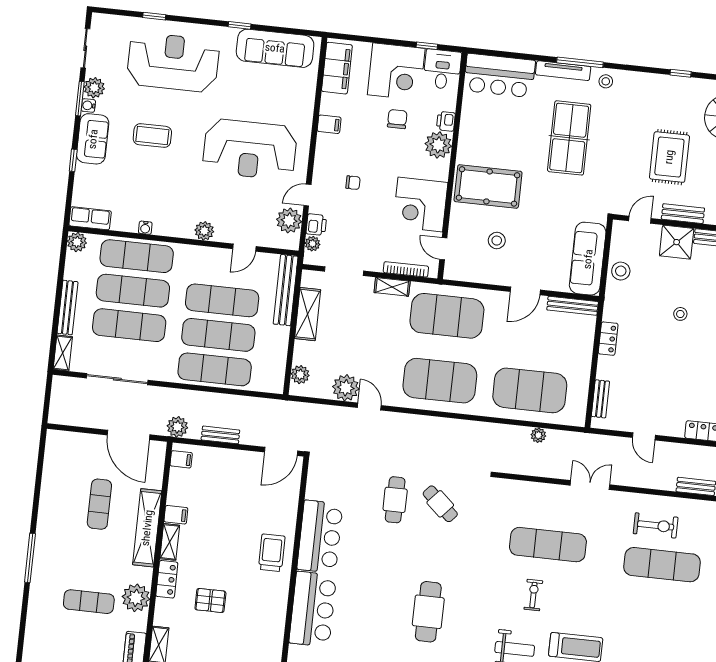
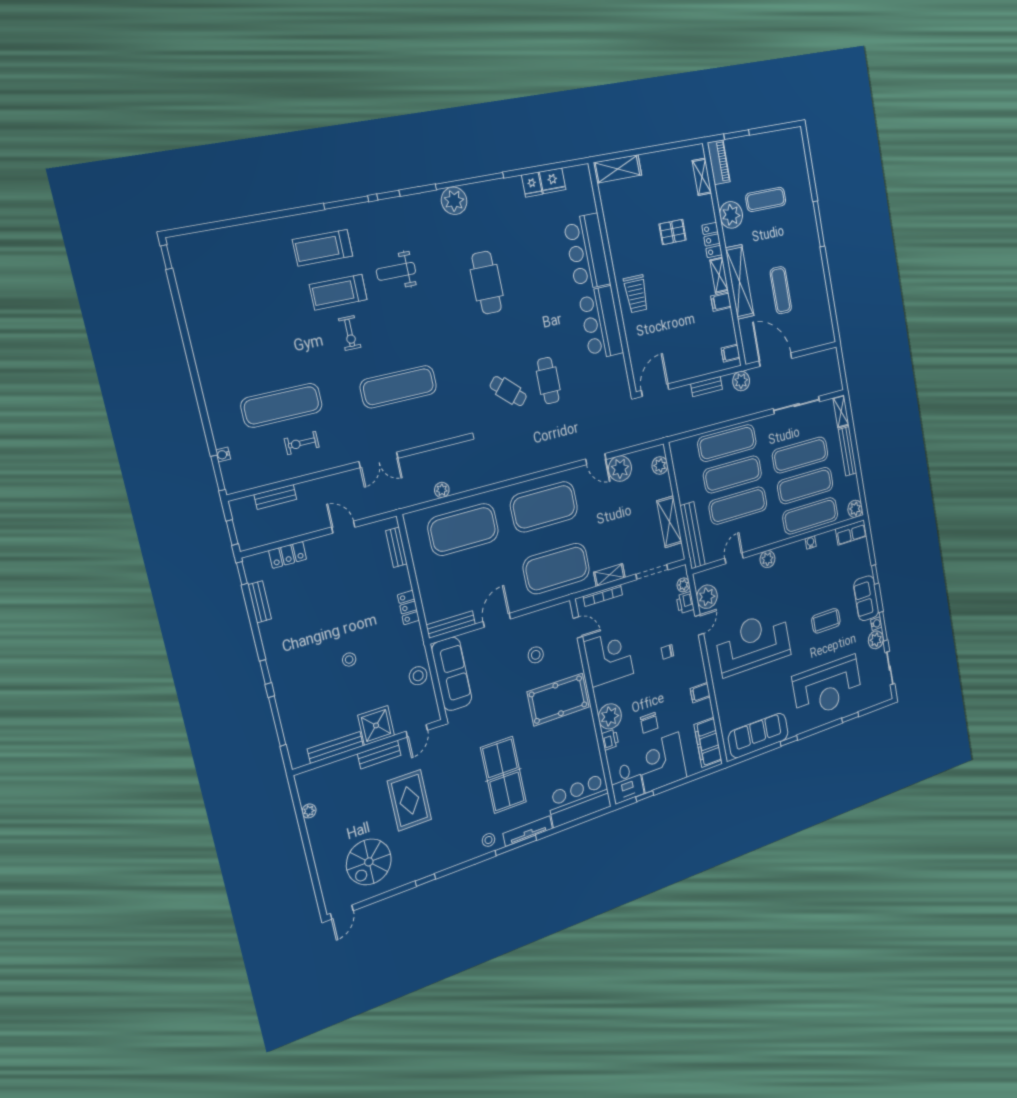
exercise bike: (656, 525) -> (302, 443), width x0.73, depth x0.72
exercise bike: (533, 595) -> (350, 333), moved

